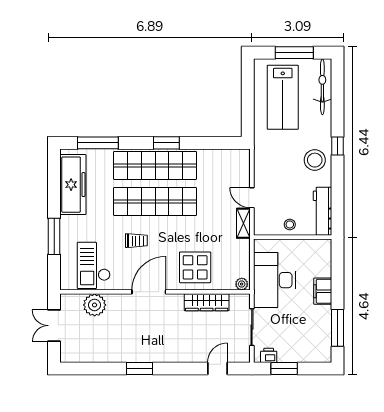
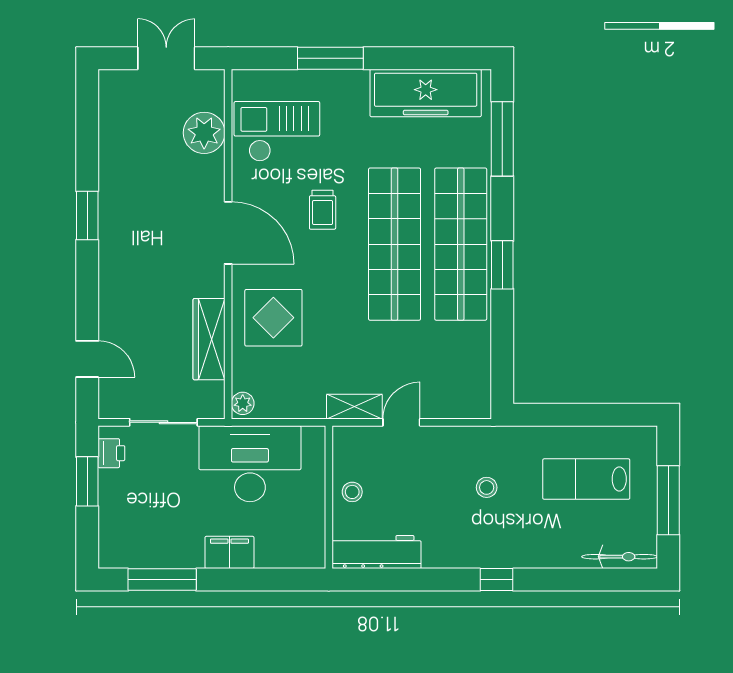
bicycle: (322, 87) -> (620, 557), width x0.73, depth x0.71
lab bench: (283, 97) -> (586, 479), width x0.73, depth x0.72
stool: (315, 160) -> (487, 487), moved, width x0.53, depth x0.53

